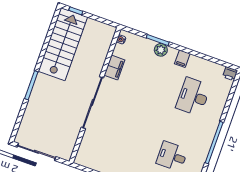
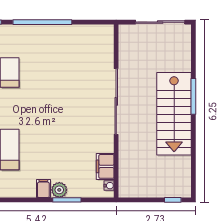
stairs: (63, 44) -> (174, 114), moved
filing cabinet: (182, 59) -> (43, 189), moved
filing cabinet: (114, 68) -> (105, 166), moved

